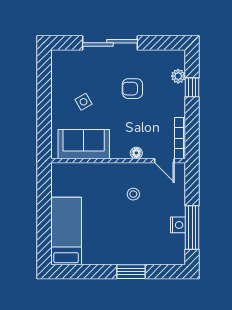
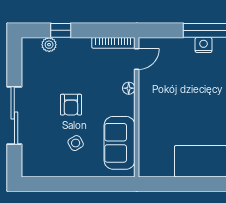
armchair: (132, 89) -> (71, 105), moved
stool: (133, 194) -> (171, 91), removed

